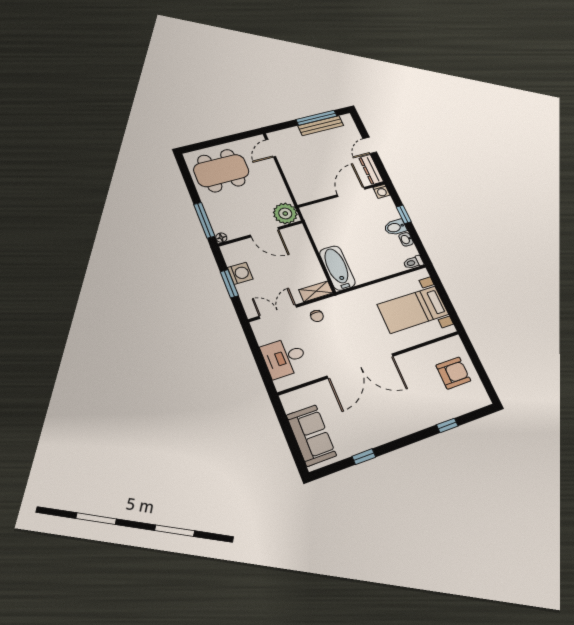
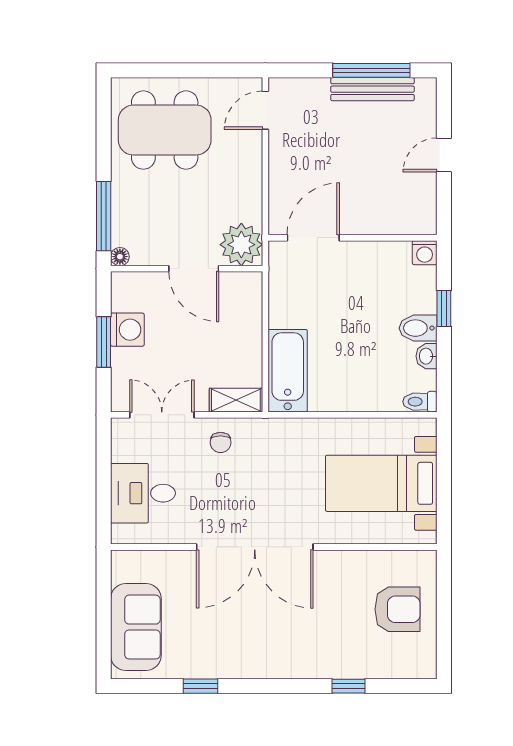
dresser: (371, 170) -> (425, 204), removed
door: (351, 192) -> (313, 238), moved

